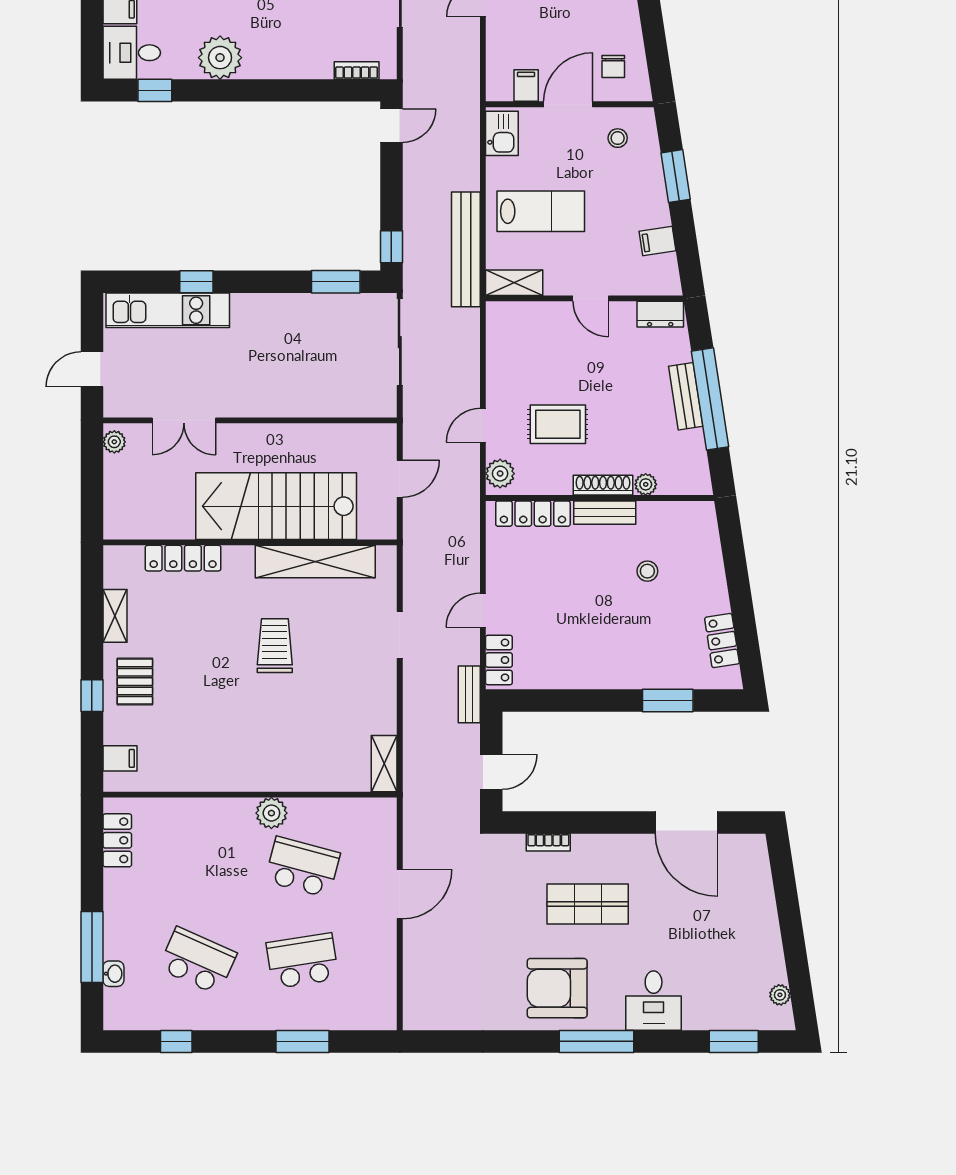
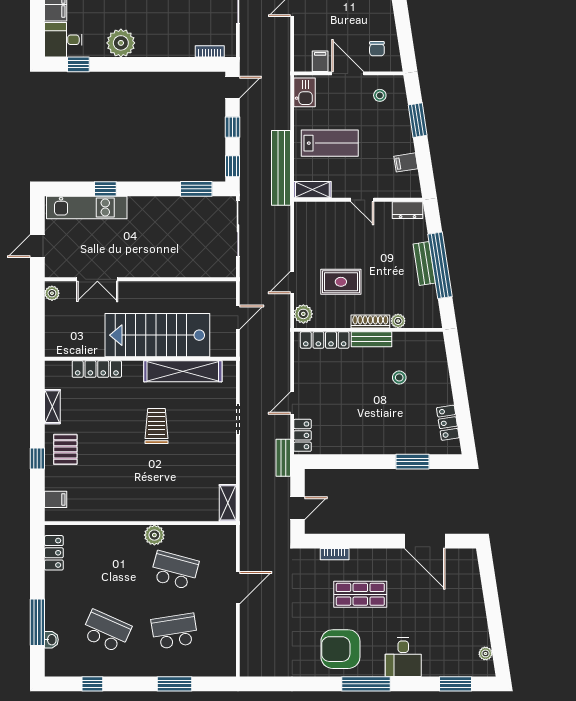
door: (568, 104) -> (348, 73), hinge flipped
window: (391, 187) -> (232, 127), added

